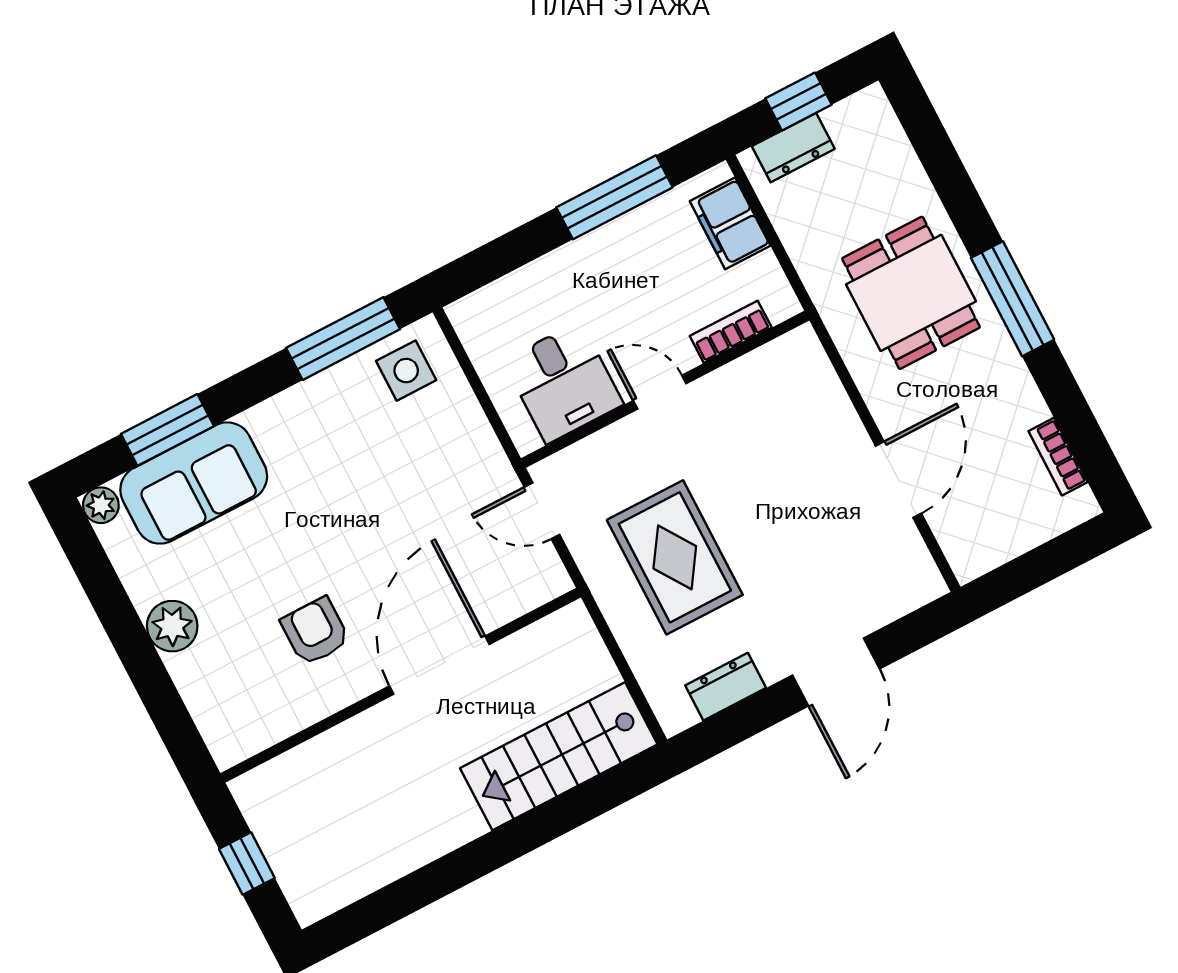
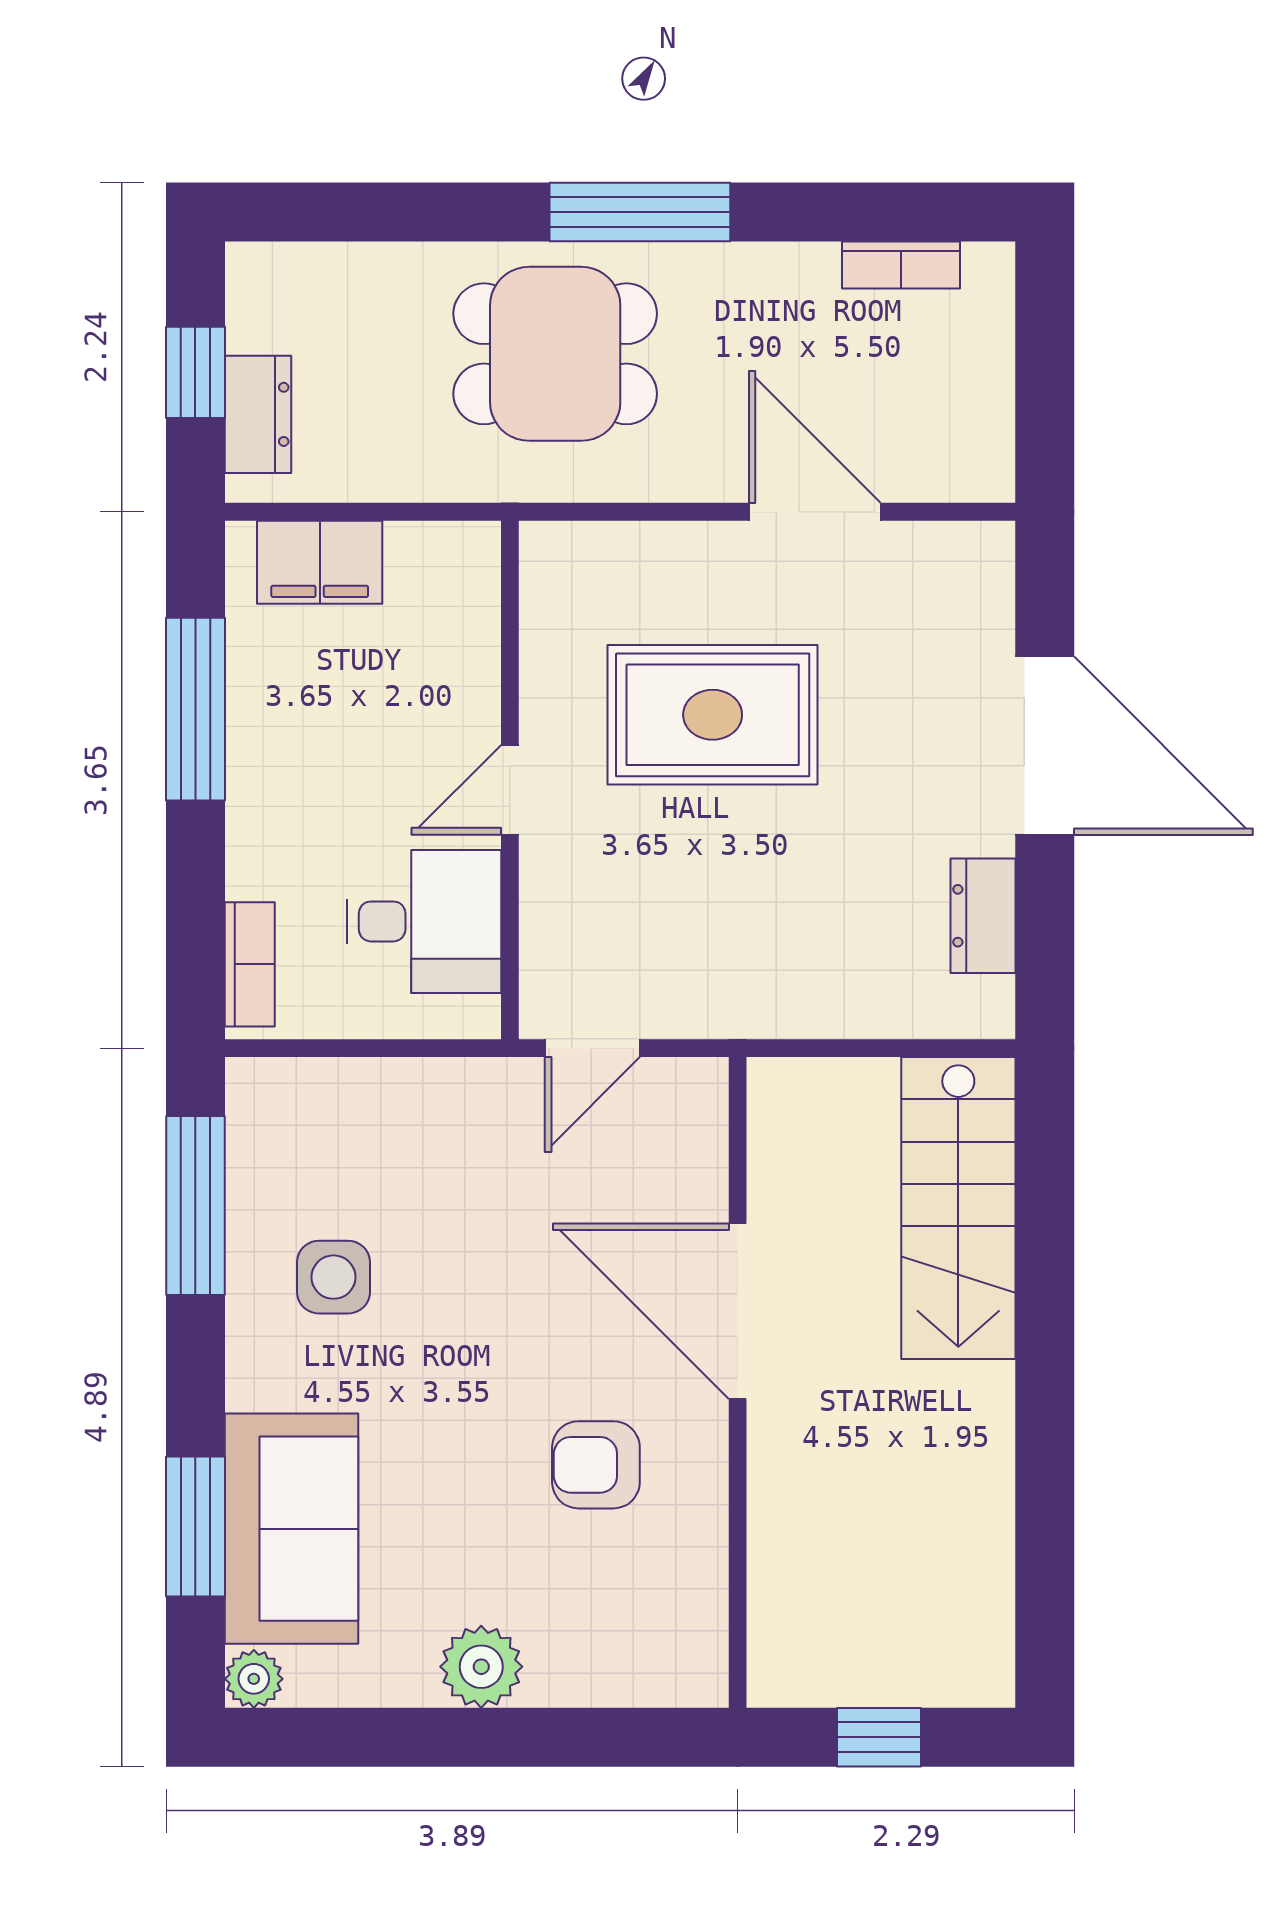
bookcase: (731, 332) -> (250, 964), moved, turned 180
side table: (406, 371) -> (333, 1277), moved
rug: (675, 557) -> (713, 715), moved
door: (836, 672) -> (1045, 746), width x1.36

